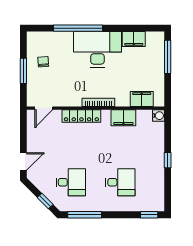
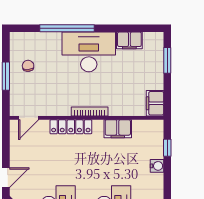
window: (168, 57) -> (167, 60), width x0.69
filing cabinet: (142, 99) -> (155, 103), moved, turned -90
water cooler: (158, 116) -> (157, 166), moved
window: (168, 160) -> (167, 148), moved

